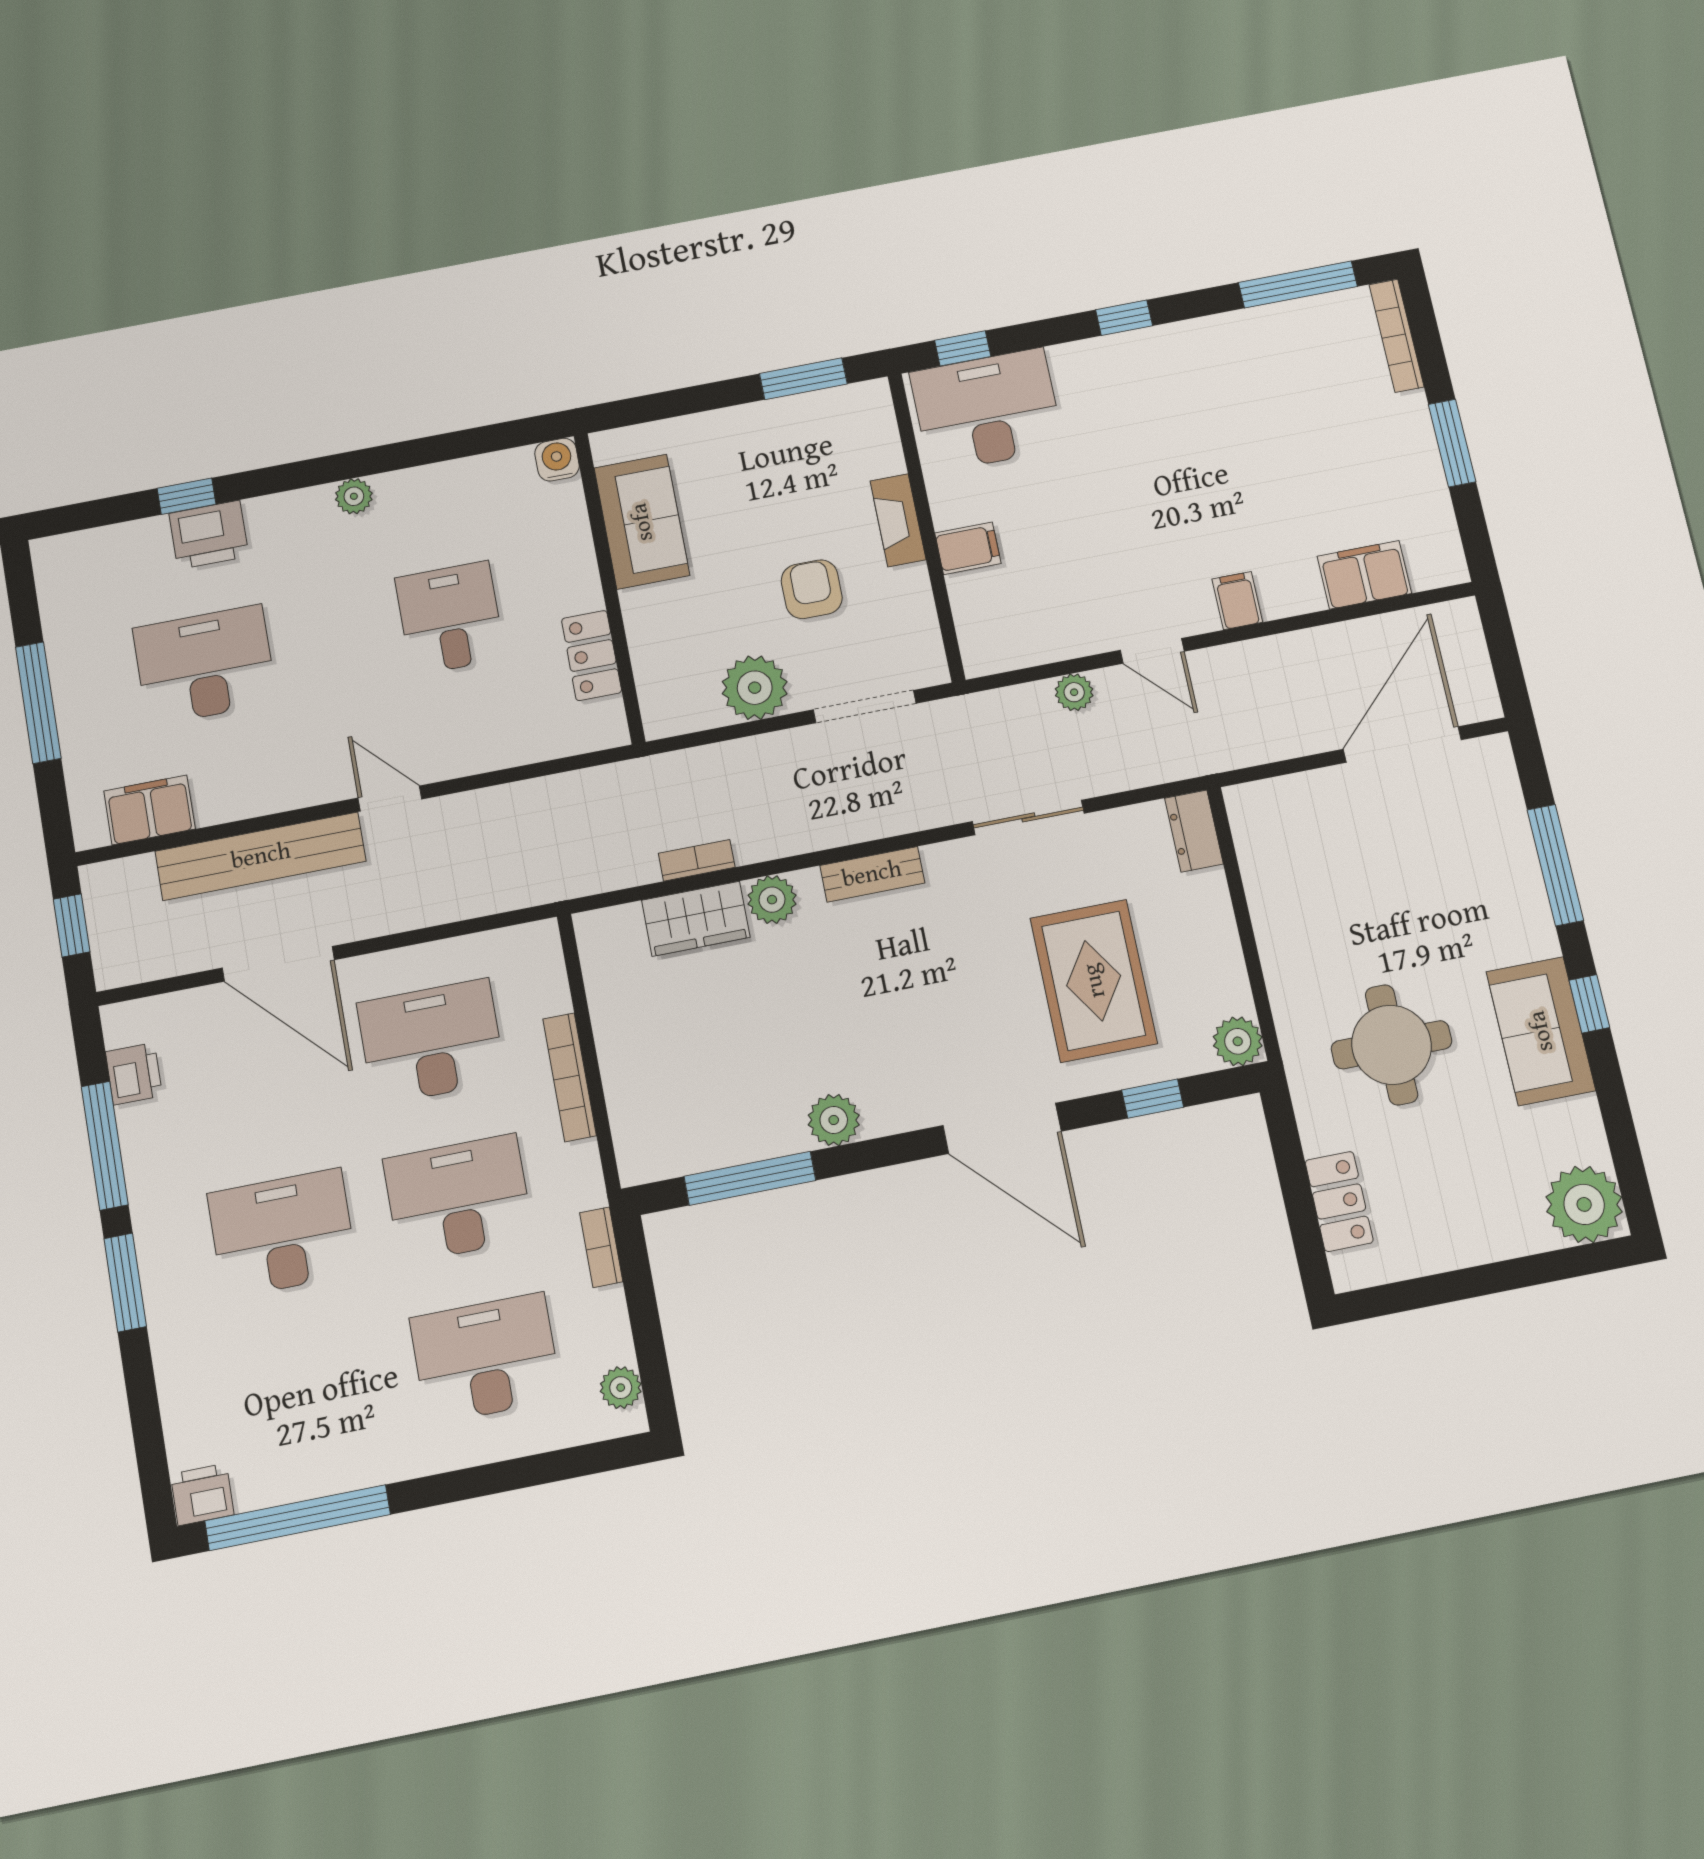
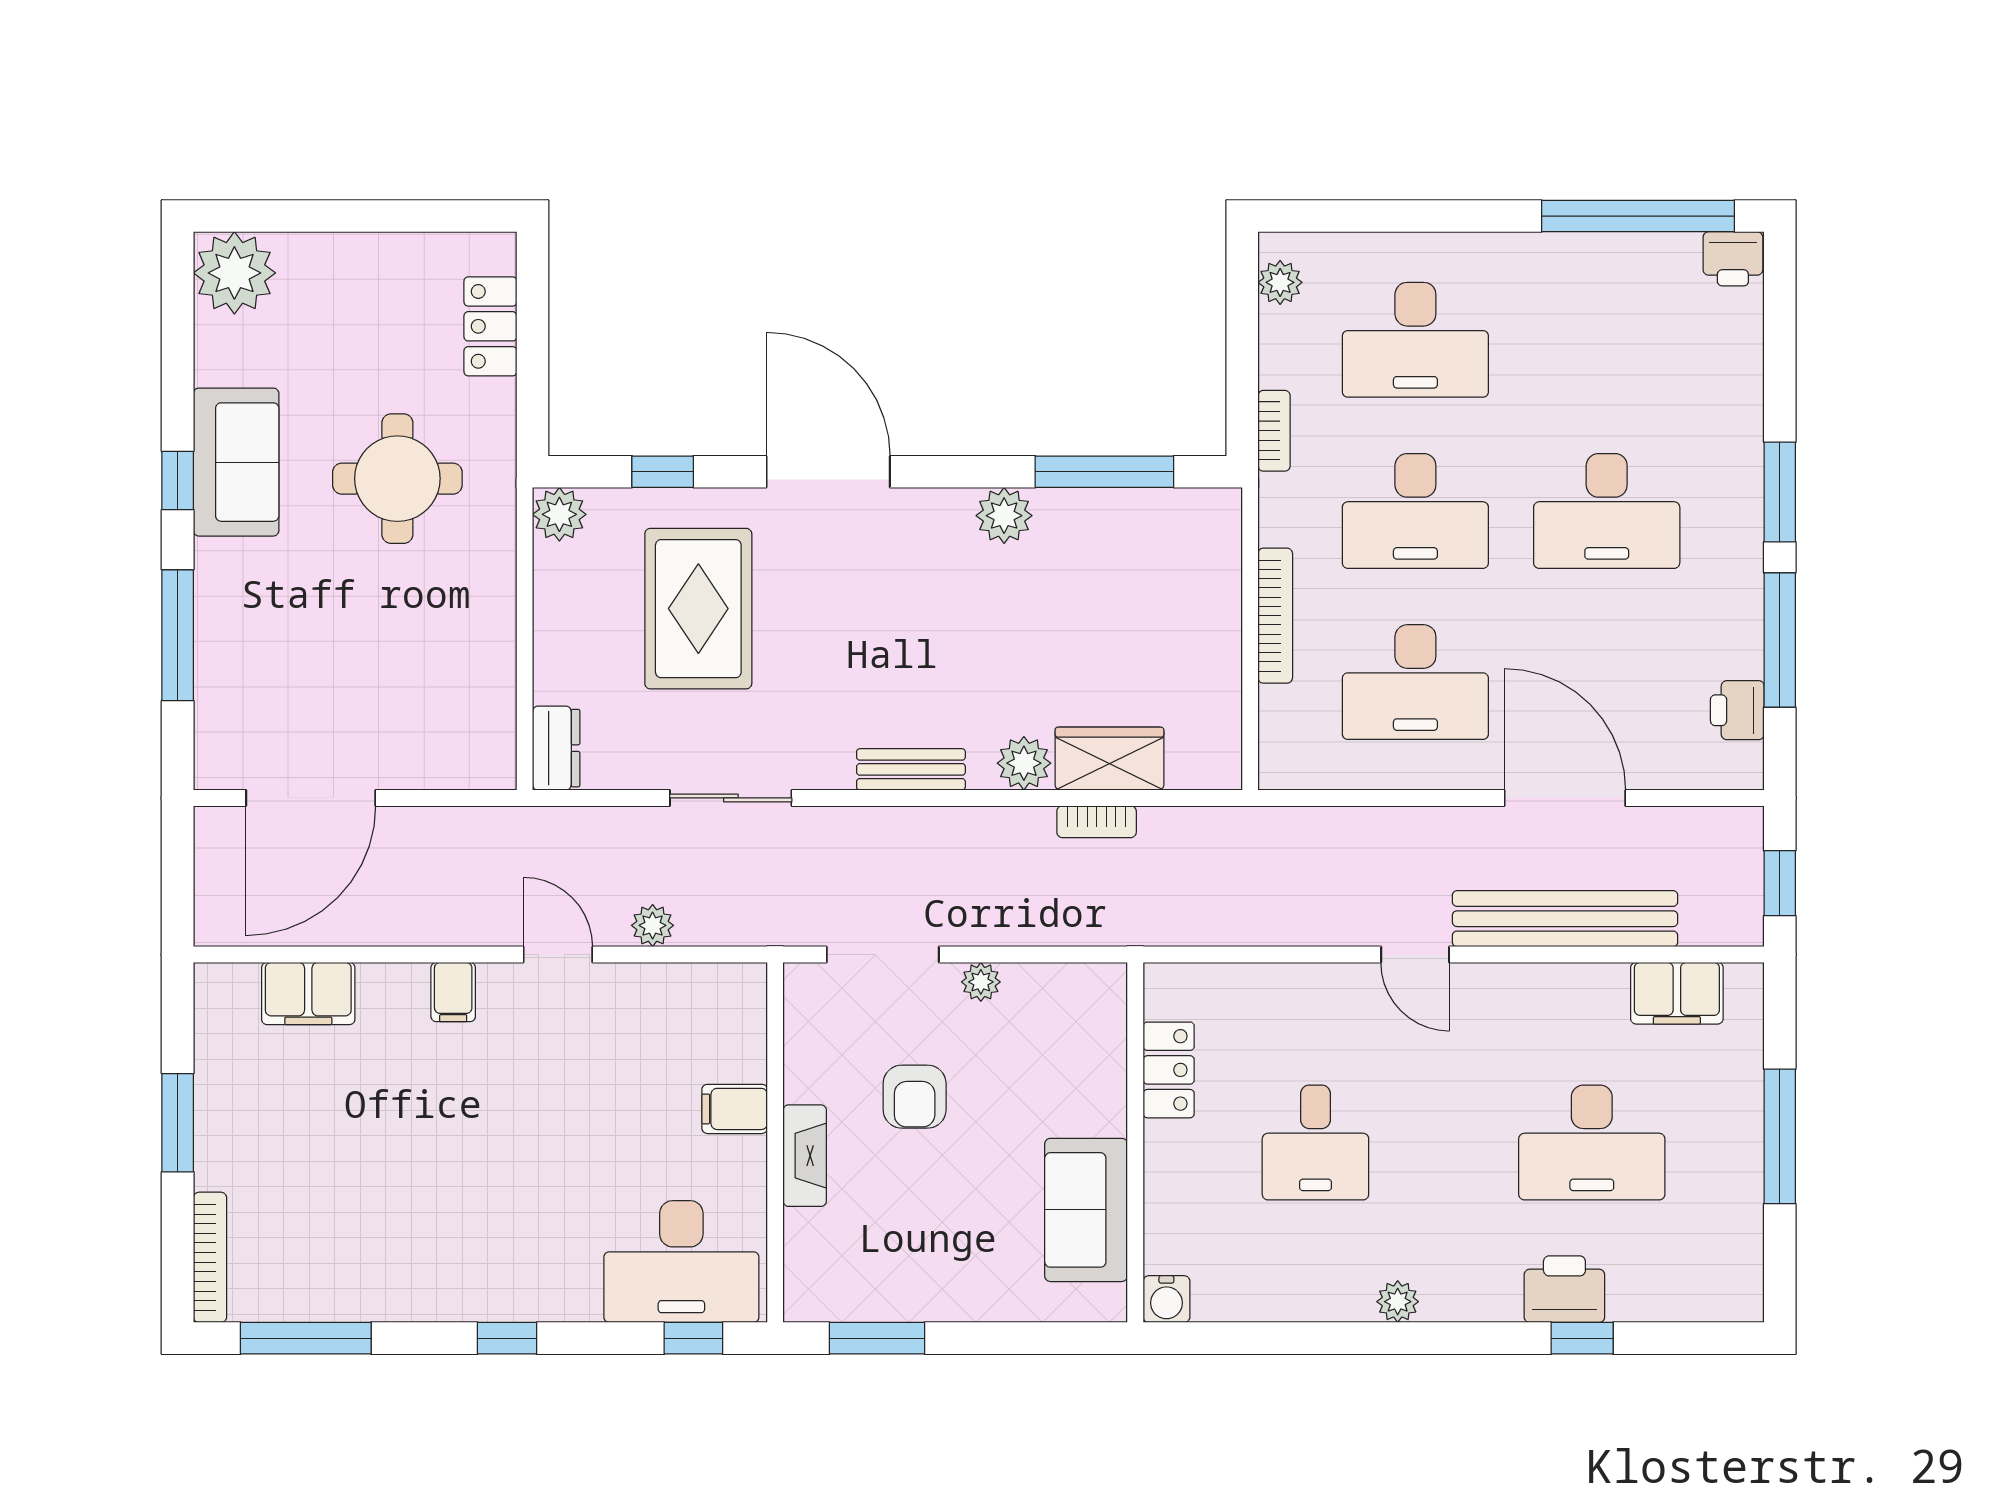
plant: (755, 688) -> (981, 982), width x0.53, depth x0.53

